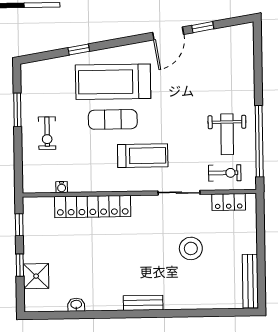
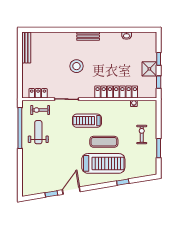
stool: (191, 248) -> (76, 66), moved
shower: (36, 276) -> (149, 69), moved

